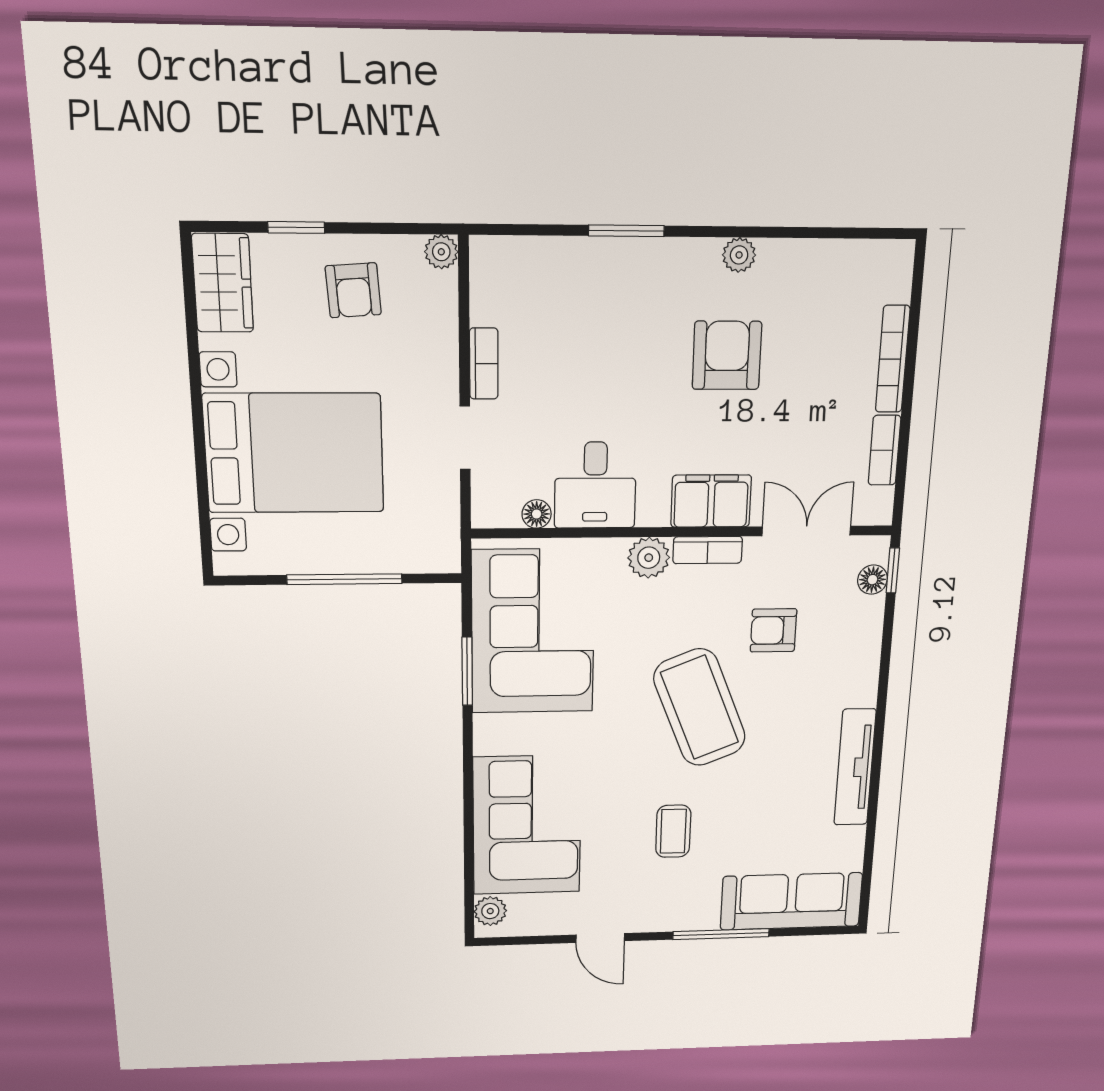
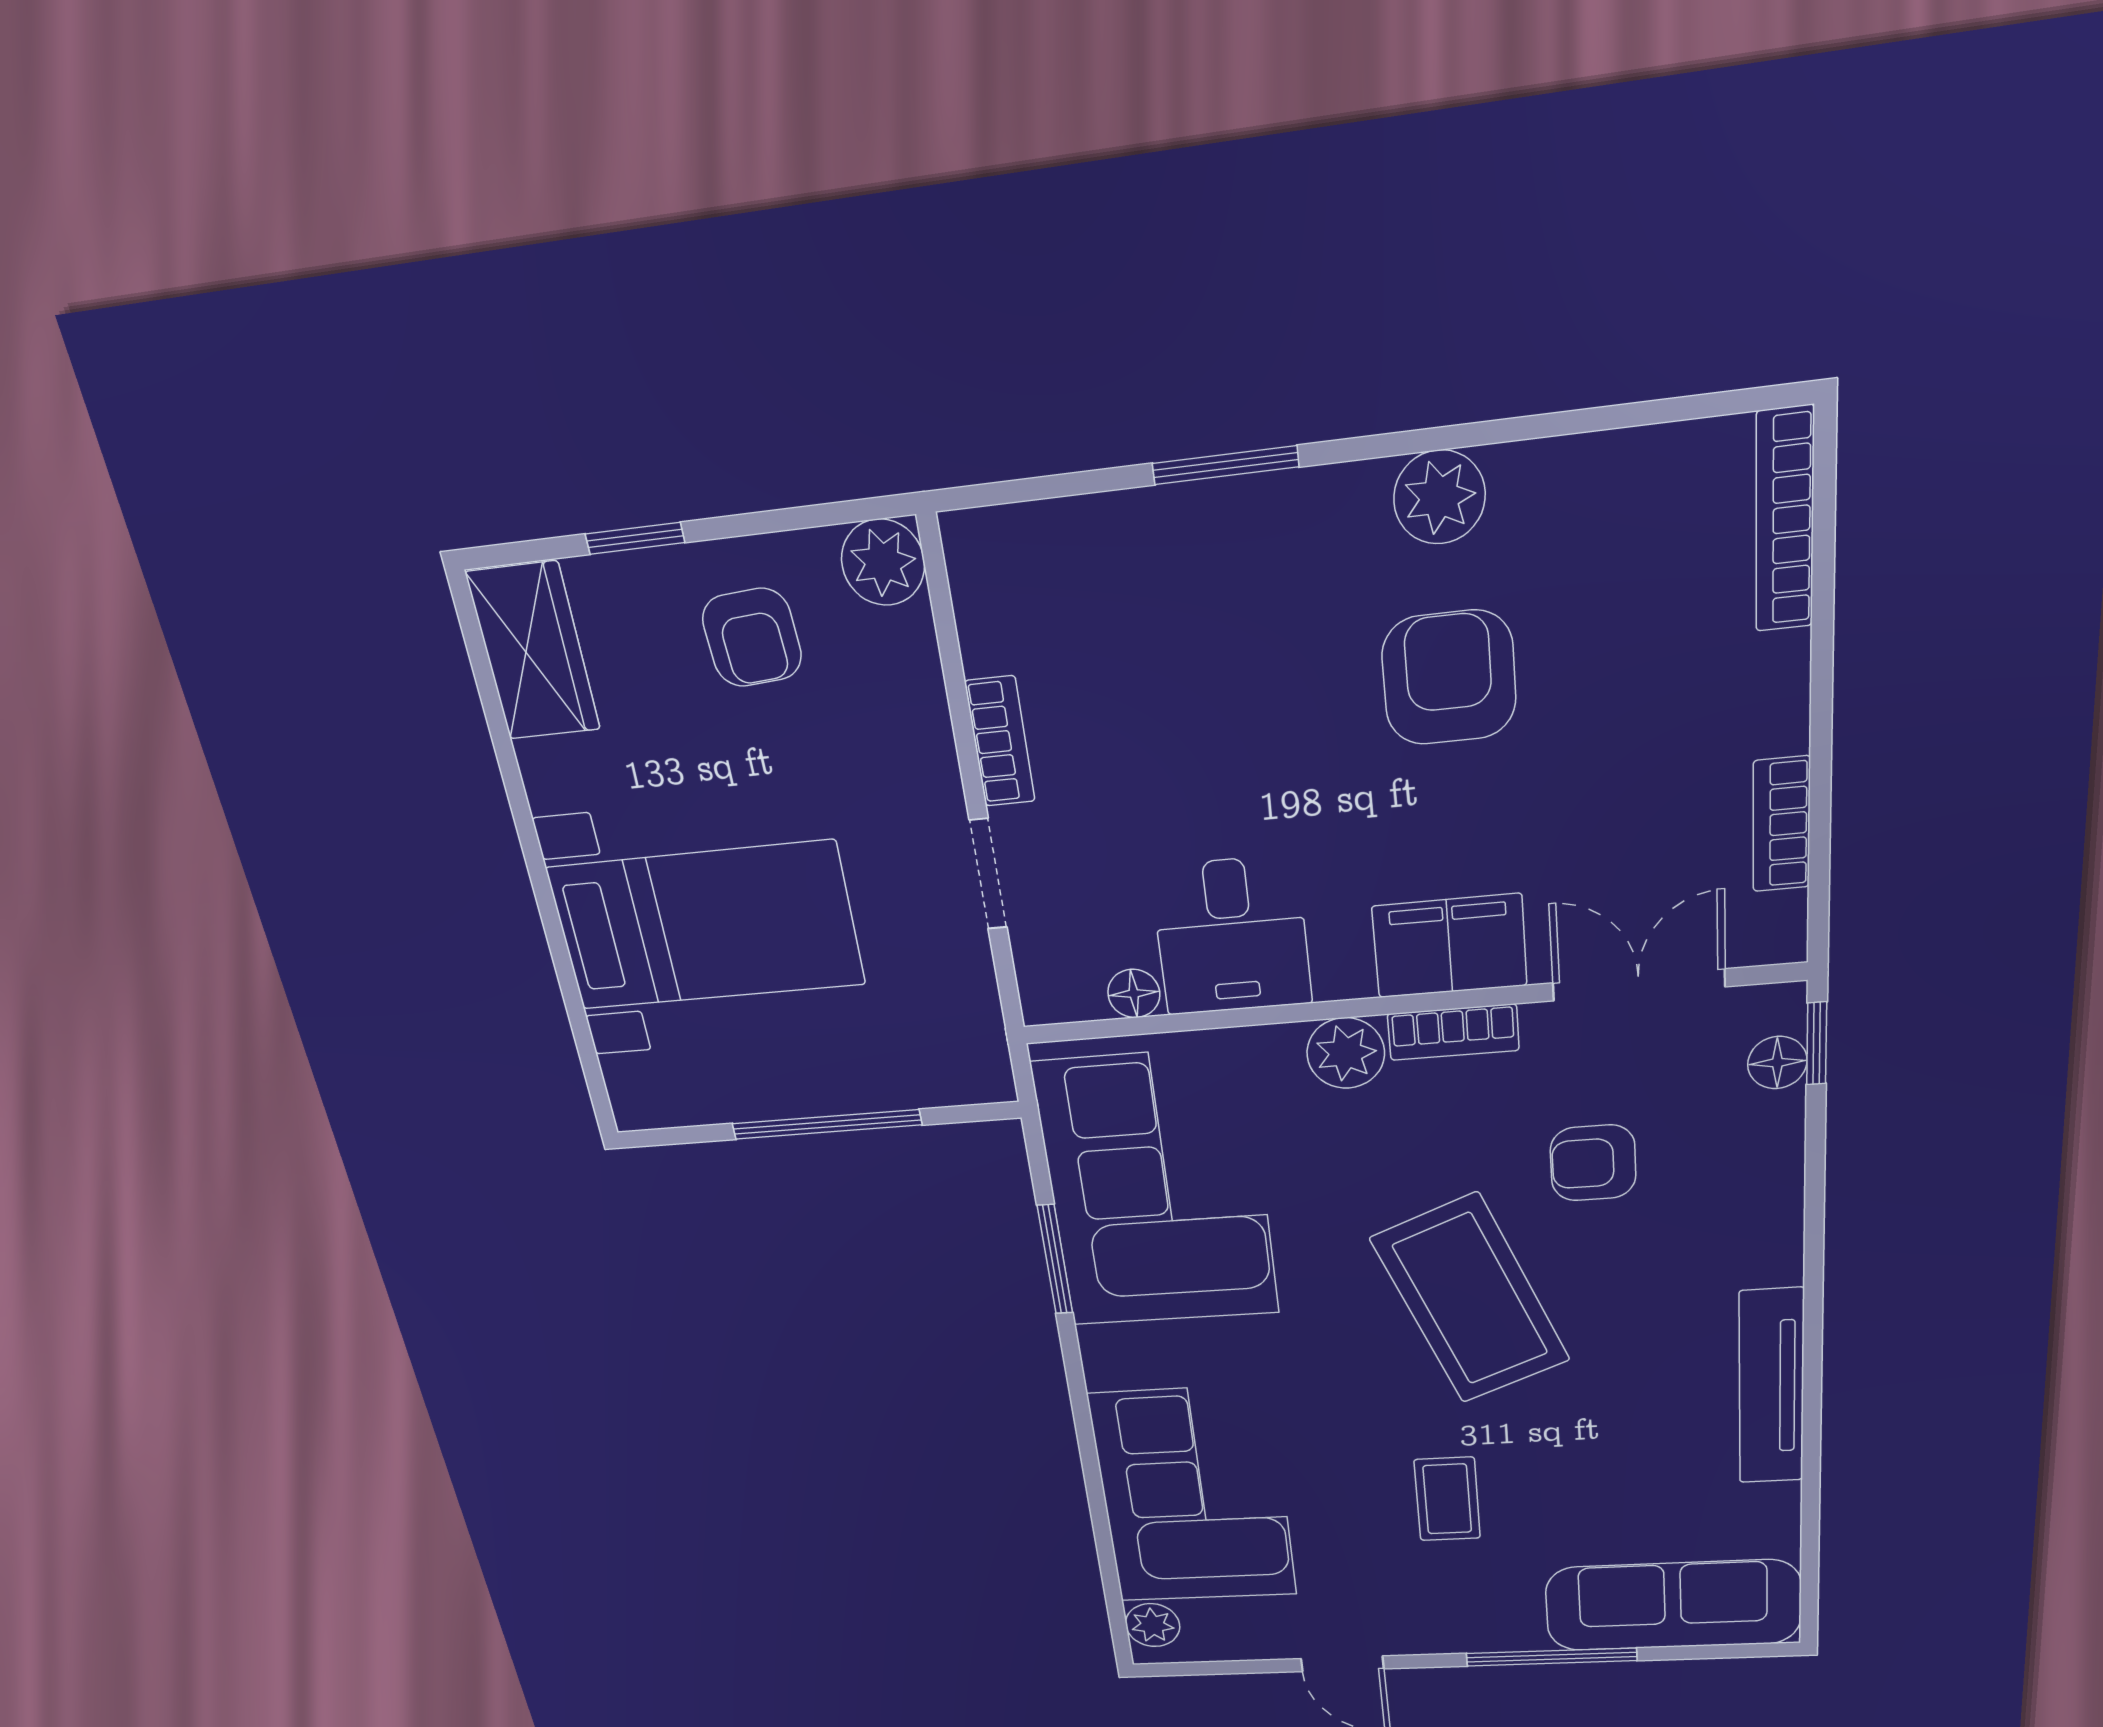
plant: (441, 252) -> (883, 562), width x1.38, depth x1.38
plant: (739, 255) -> (1439, 497), width x1.38, depth x1.38
bookcase: (893, 359) -> (1785, 520), moved
bed with nightstands: (294, 453) -> (706, 926), width x0.73

